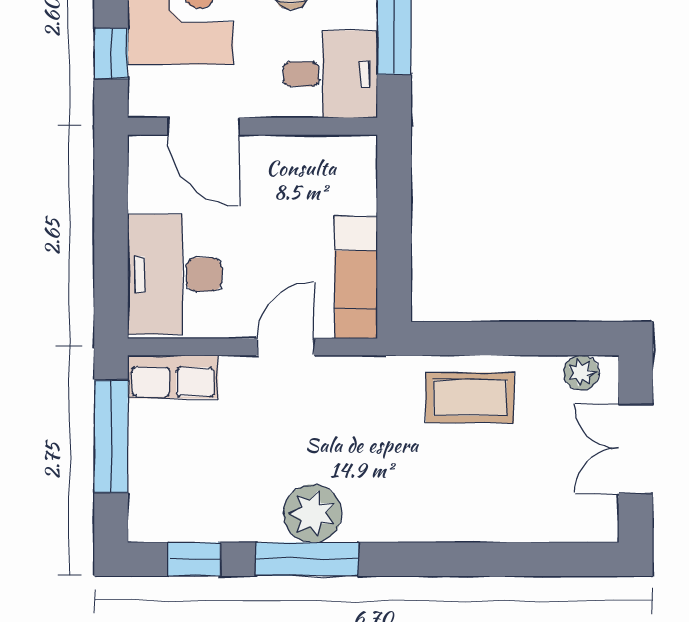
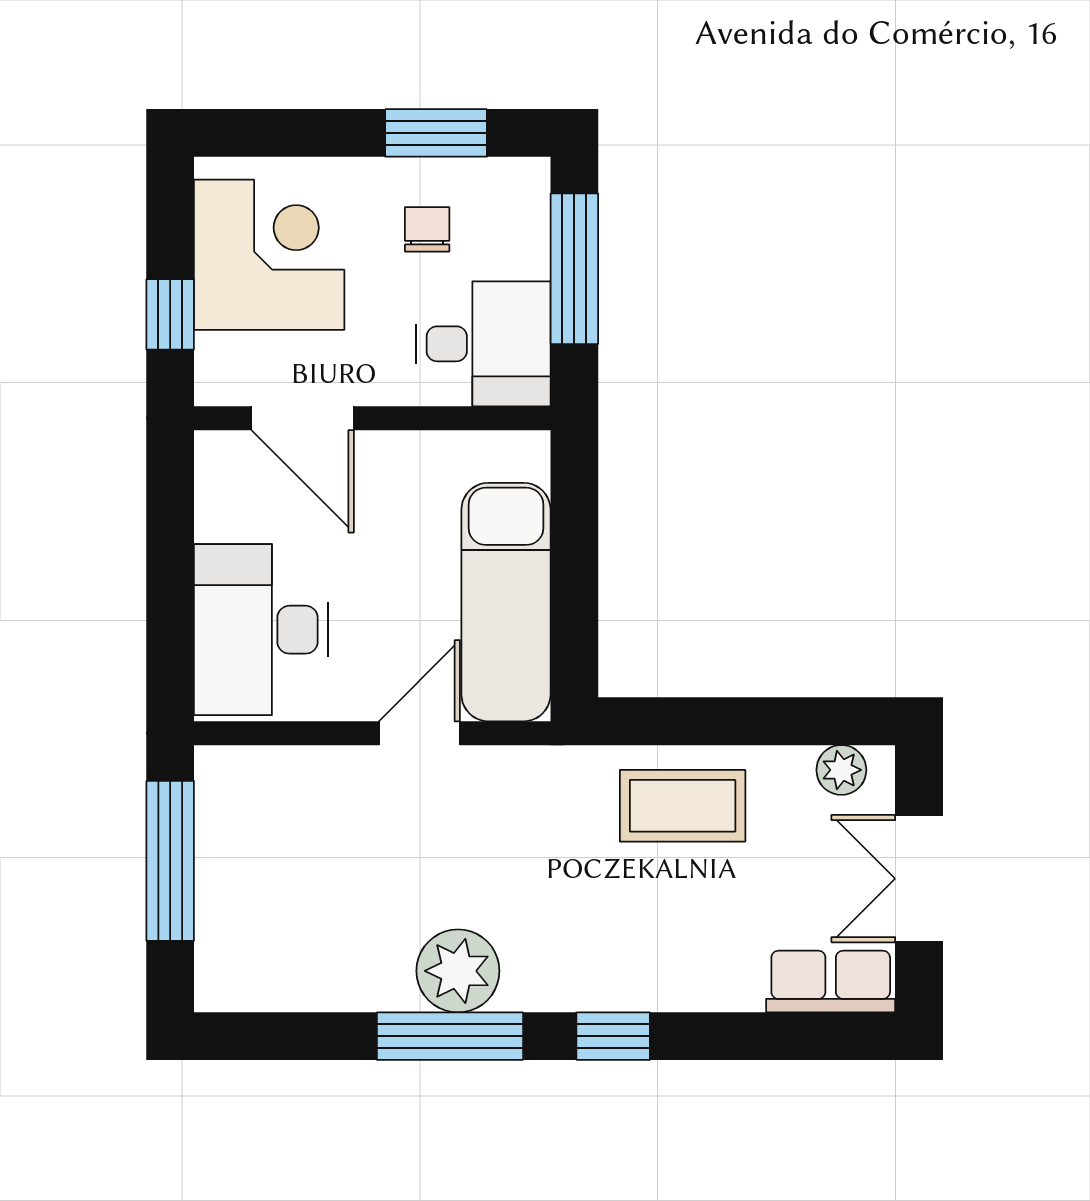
exam couch: (356, 277) -> (506, 602), width x1.36, depth x1.45
row of seats: (173, 377) -> (831, 982), moved, turned 180
window: (194, 559) -> (613, 1036), moved

